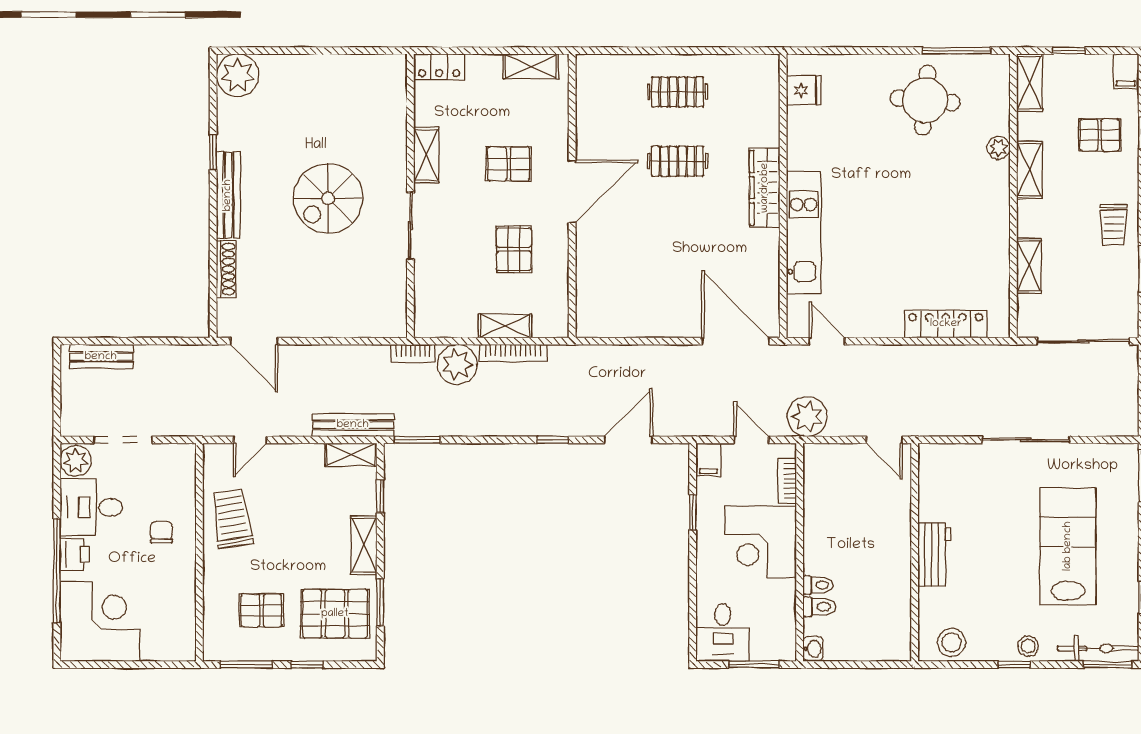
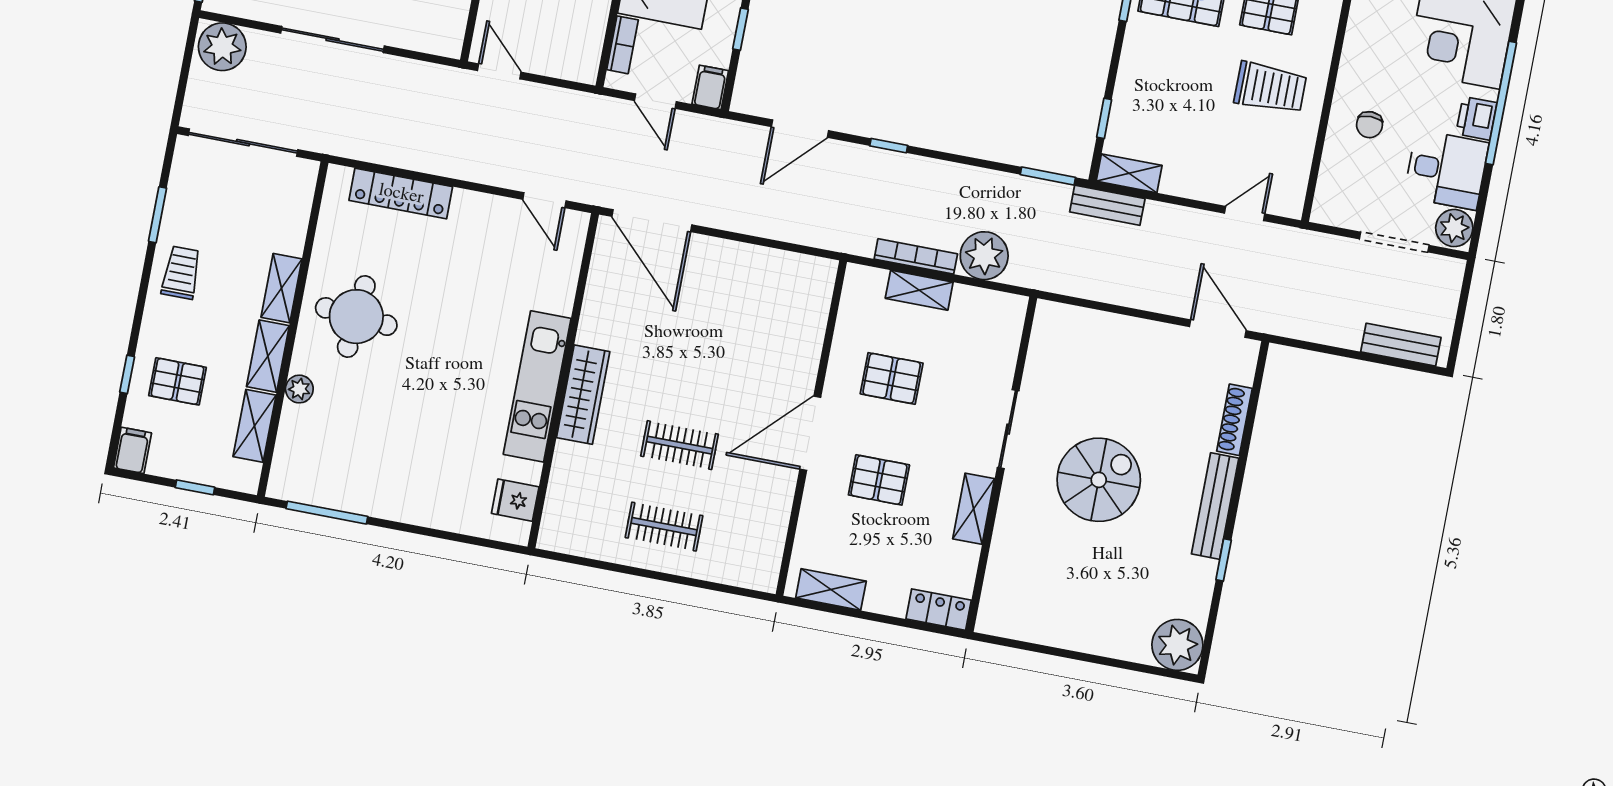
shelving: (1029, 83) -> (255, 426), moved
round table: (925, 100) -> (356, 317), moved
kitchen unit: (804, 233) -> (537, 386), moved
pallet: (514, 249) -> (892, 378), turned 90
shelving: (1029, 266) -> (282, 288), moved
bookcase: (413, 353) -> (1034, 279), removed
plant: (807, 417) -> (222, 47), moved
bench: (353, 425) -> (1107, 205), width x0.73
trolley: (232, 519) -> (1270, 88), moved, turned -81
shelving: (364, 545) -> (1134, 64), removed

